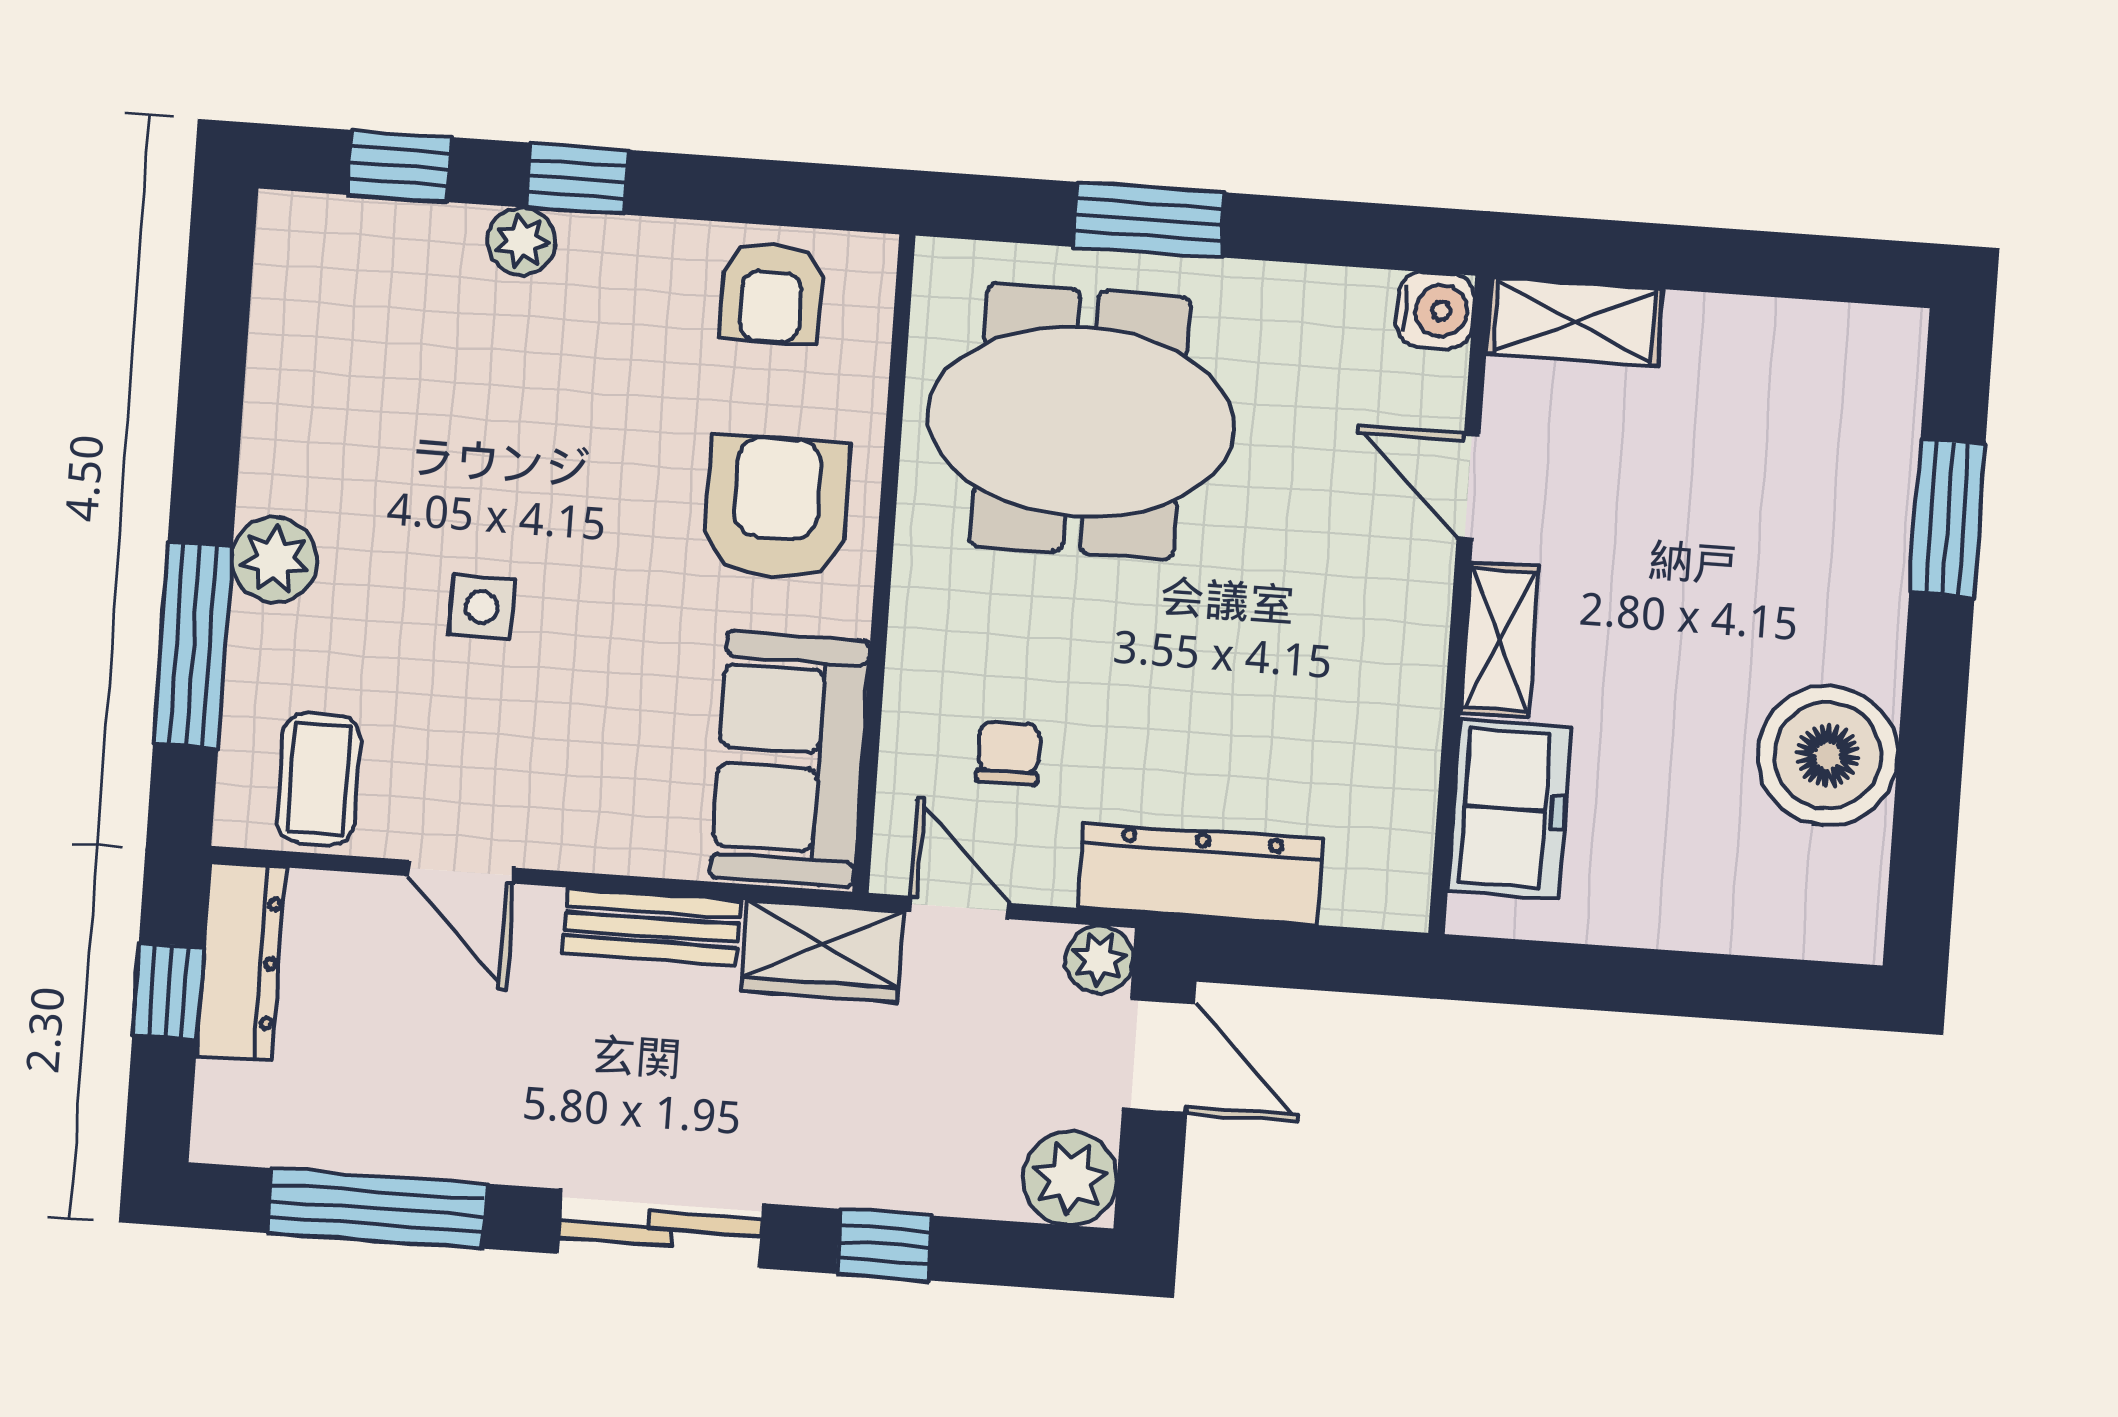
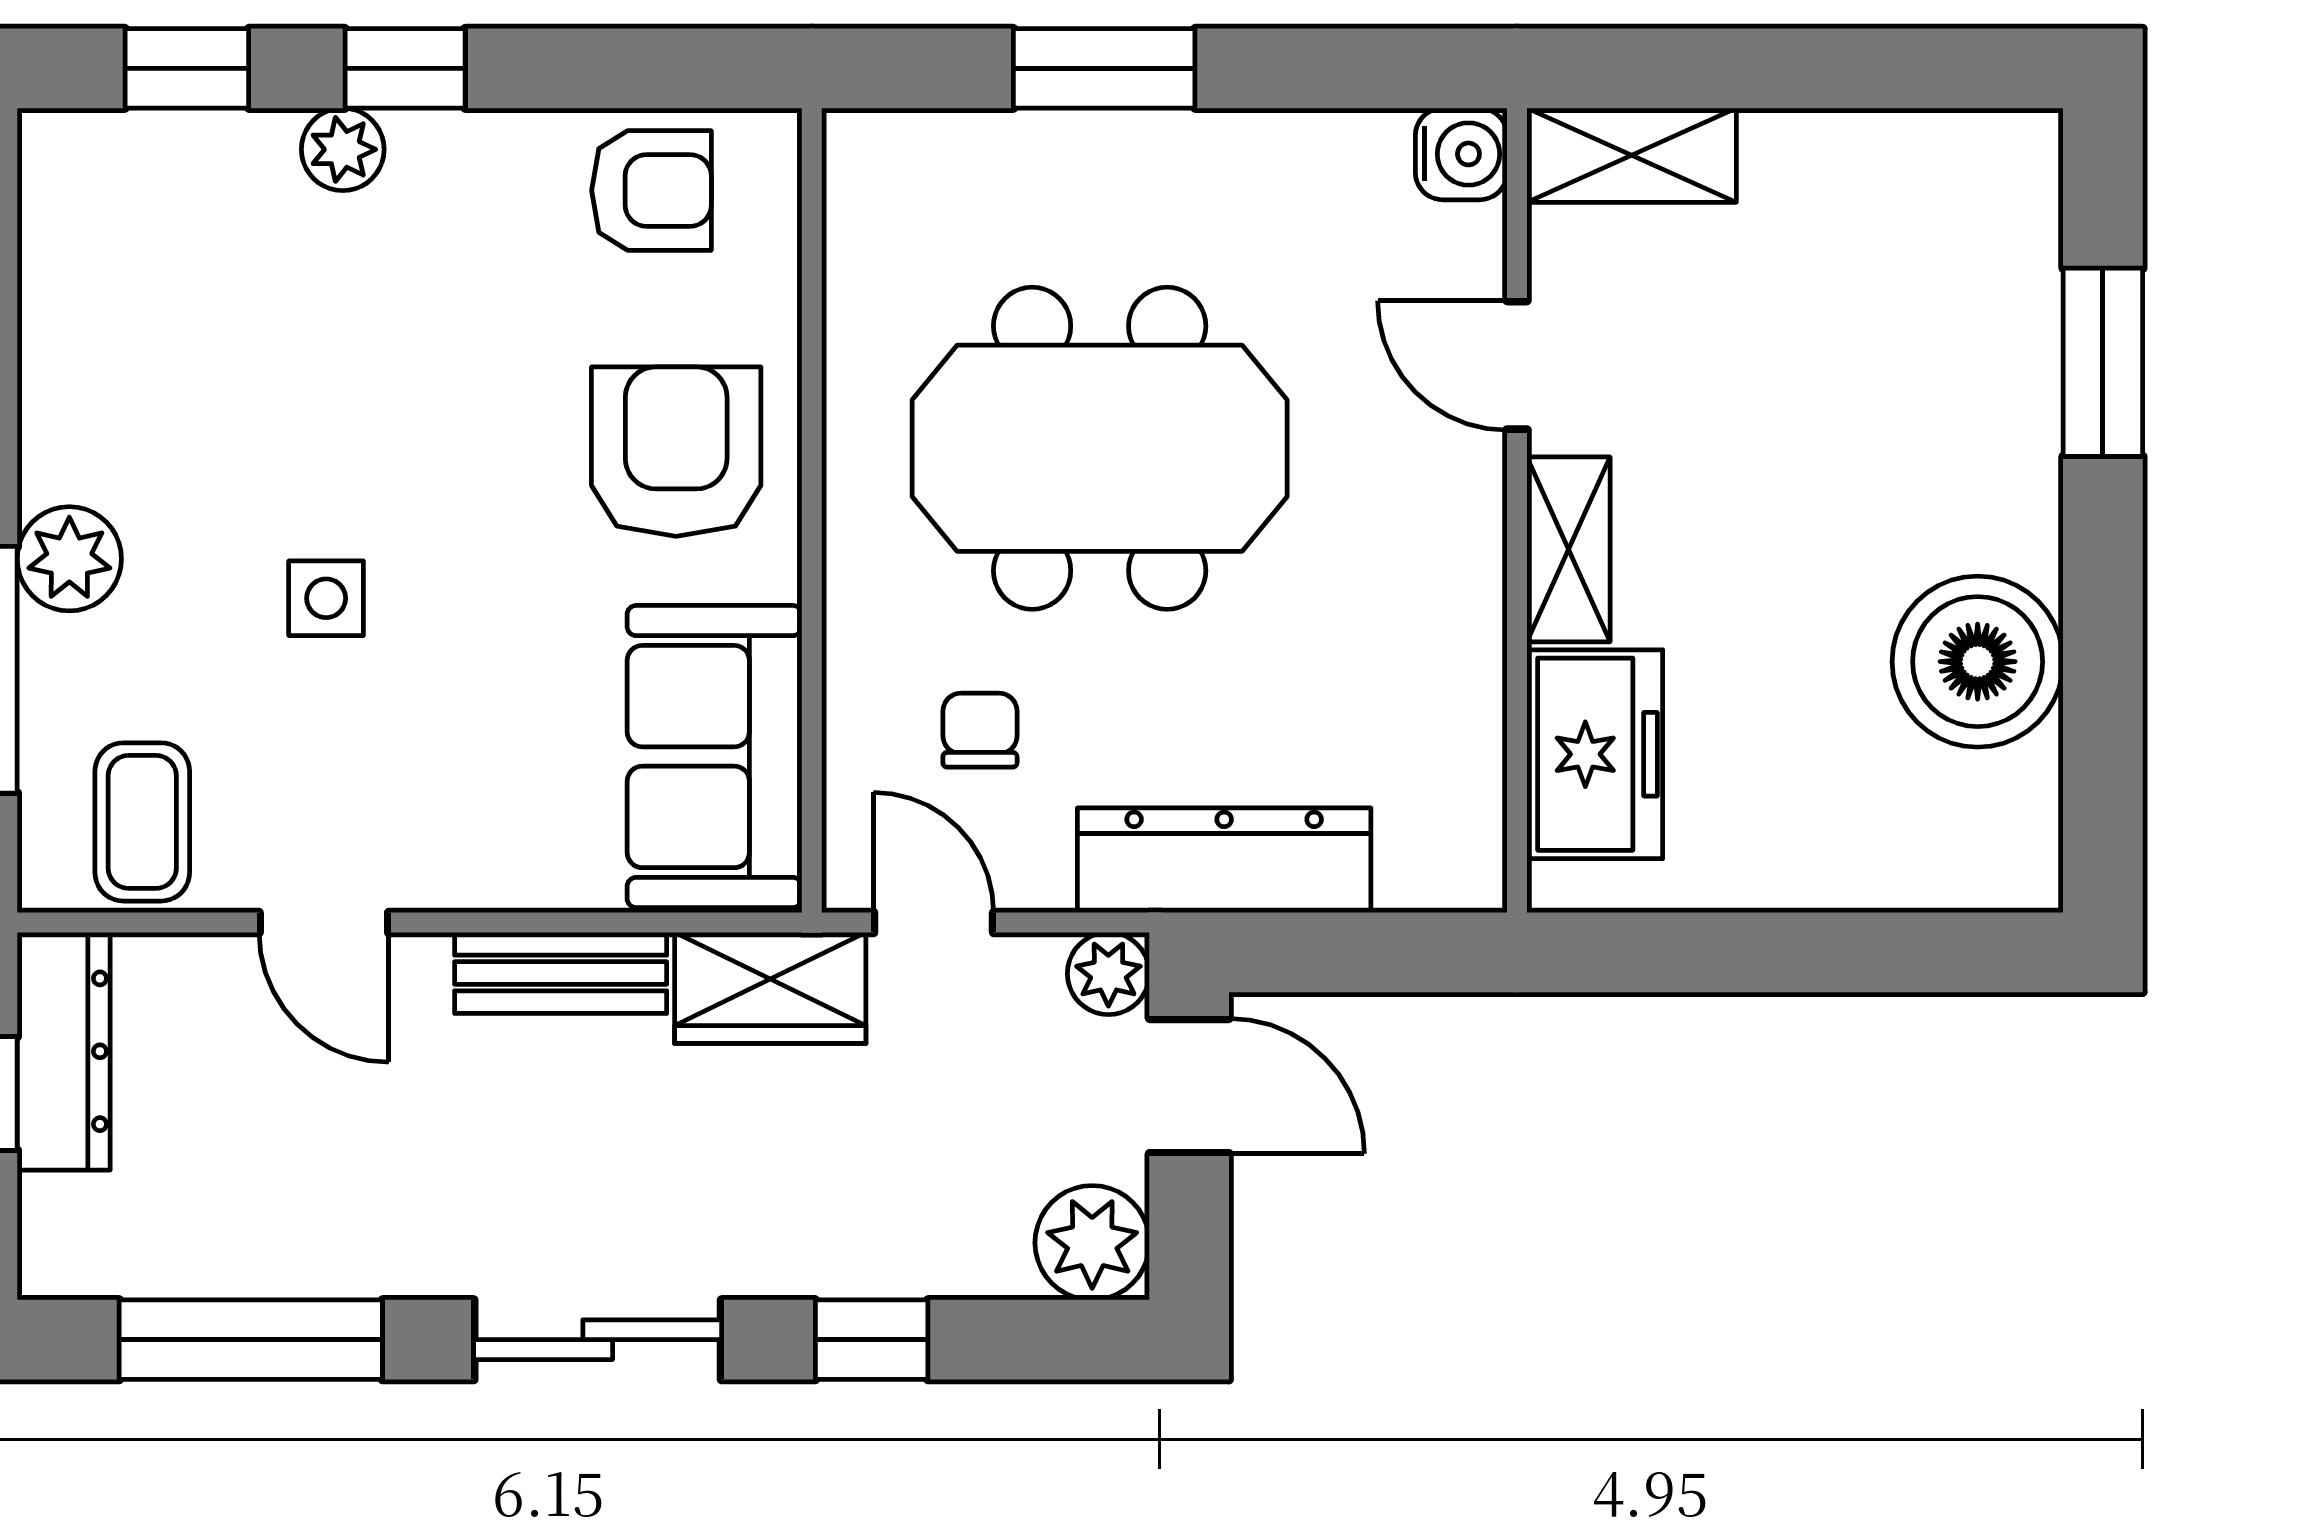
armchair: (772, 293) -> (651, 190), turned -90
meeting table: (1080, 422) -> (1100, 448), moved

